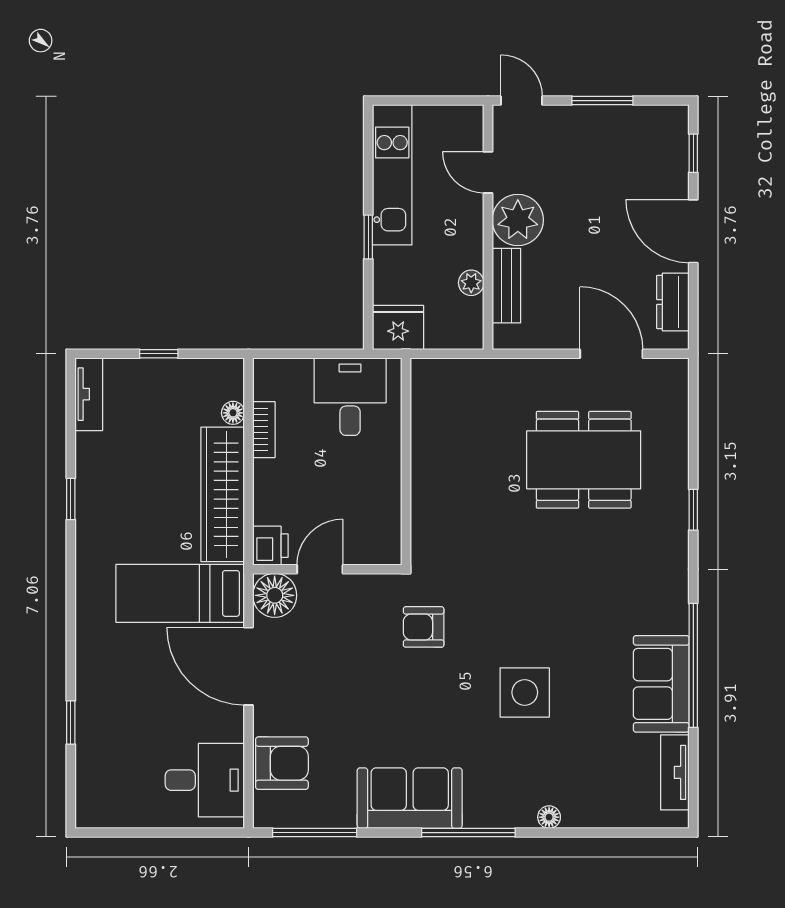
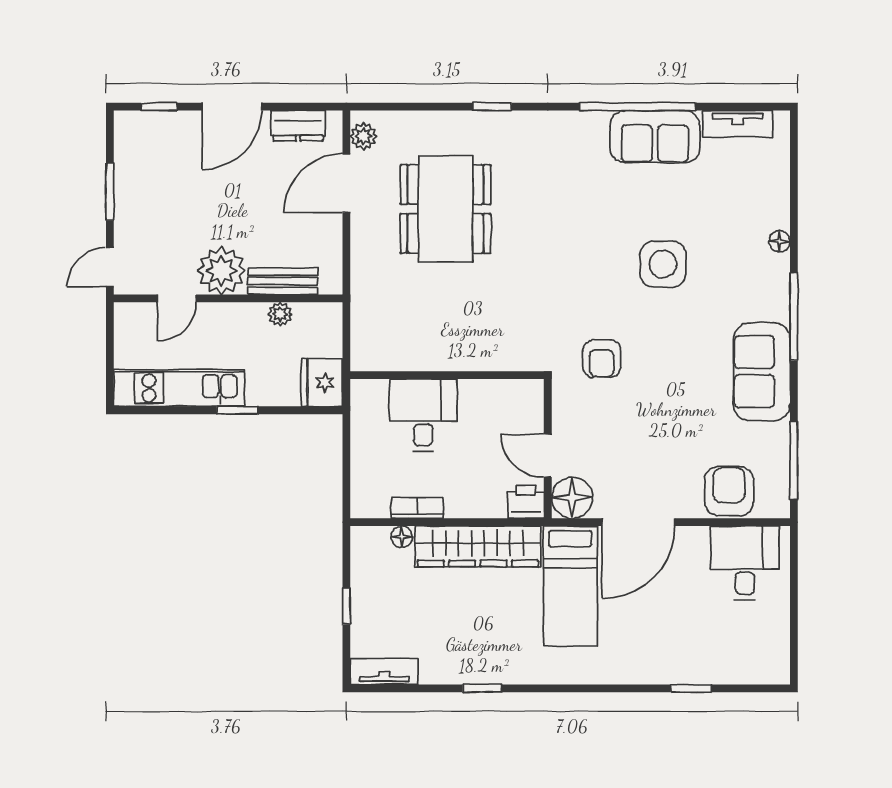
plant: (662, 372) -> (364, 136), added
desk: (350, 397) -> (423, 415), moved, turned 90

